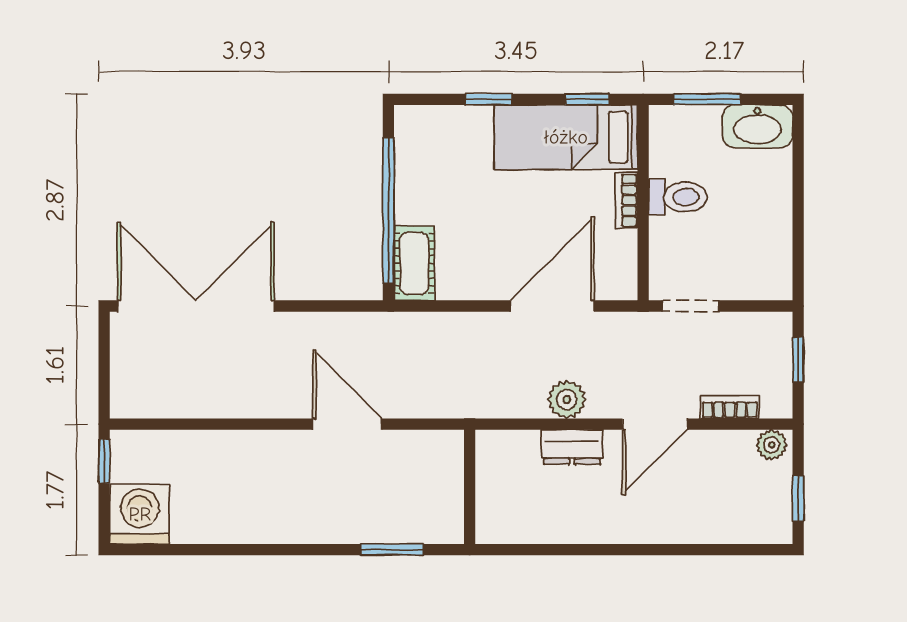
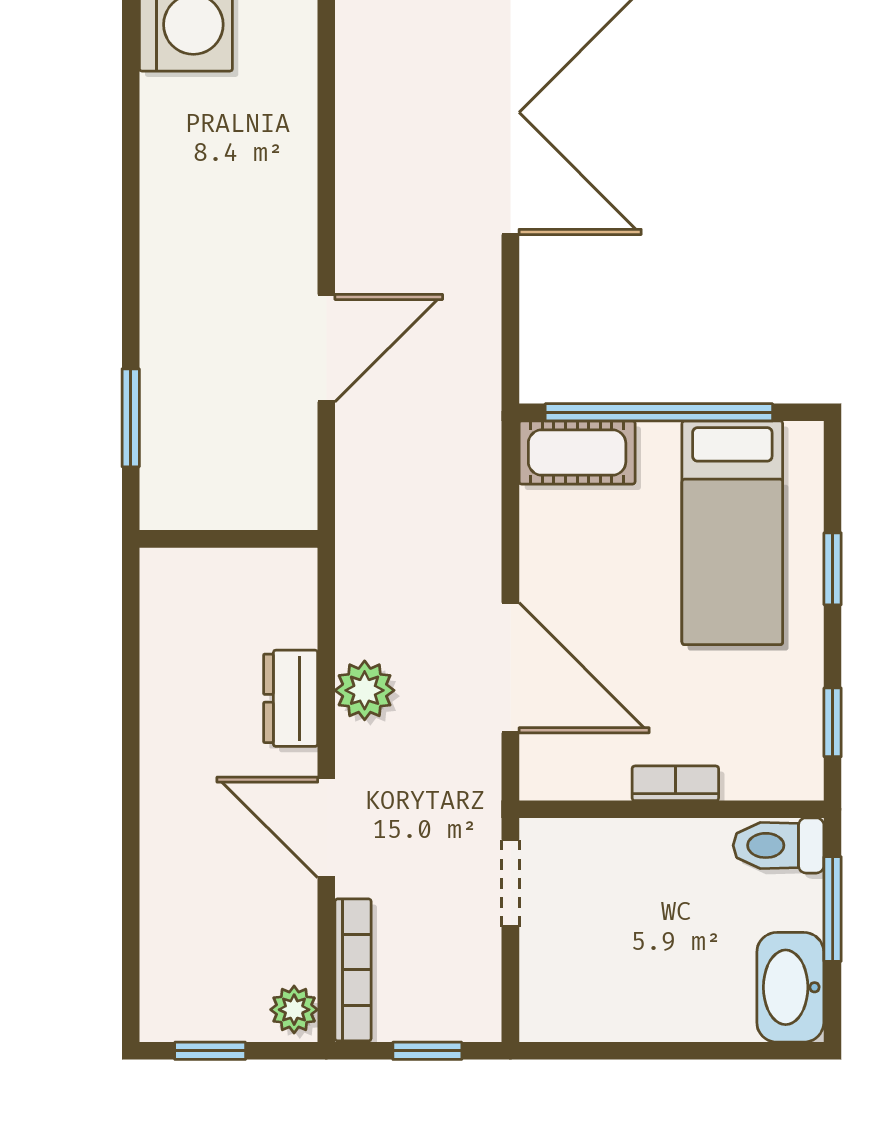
bed: (566, 137) -> (732, 533), moved, turned 180
toilet: (678, 197) -> (778, 845), moved, turned 90
bookcase: (730, 407) -> (353, 970), width x1.56

